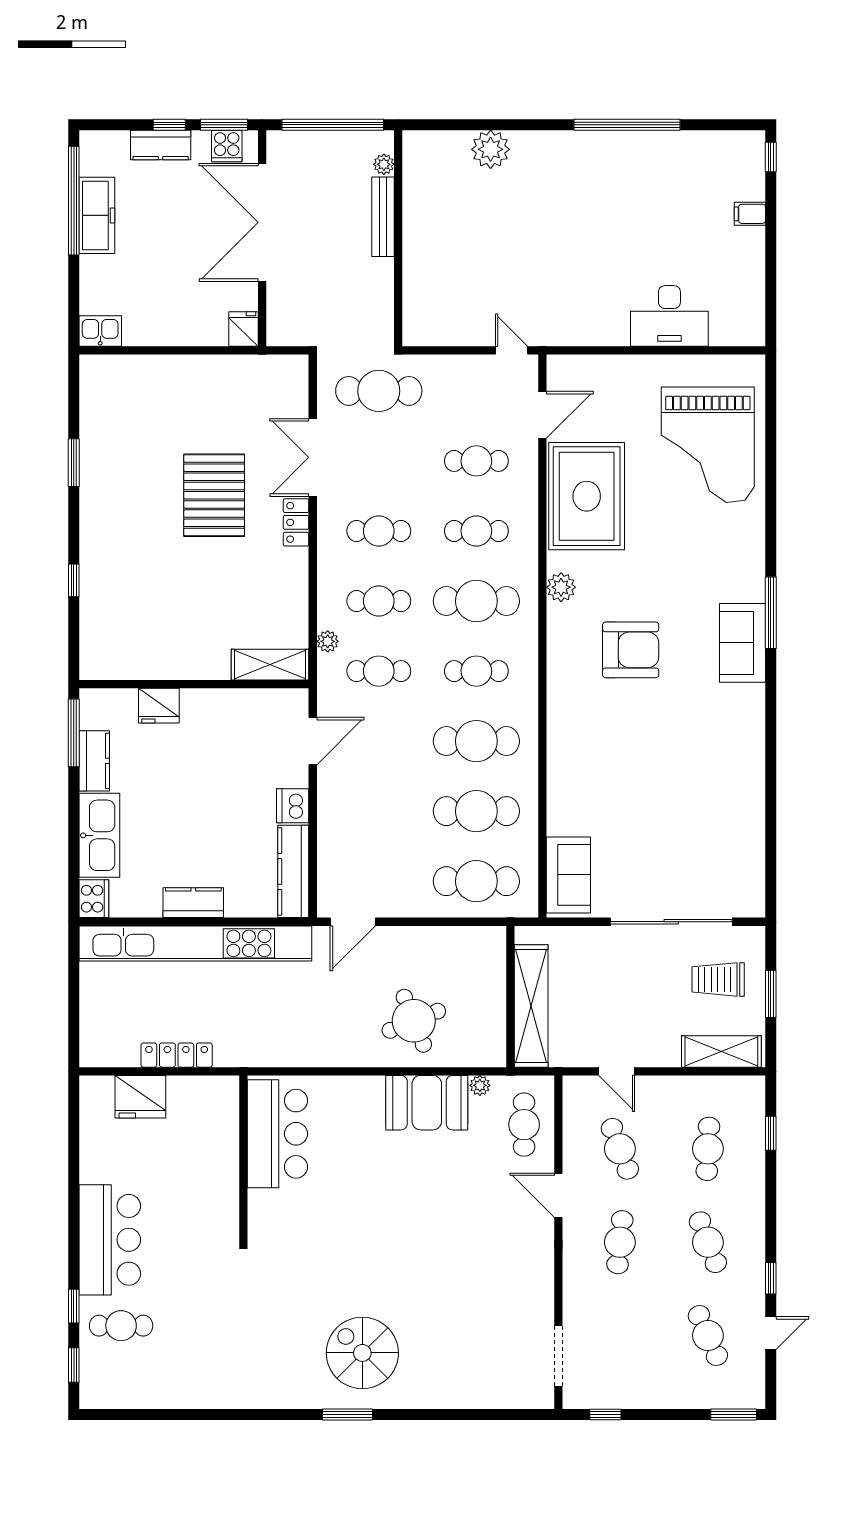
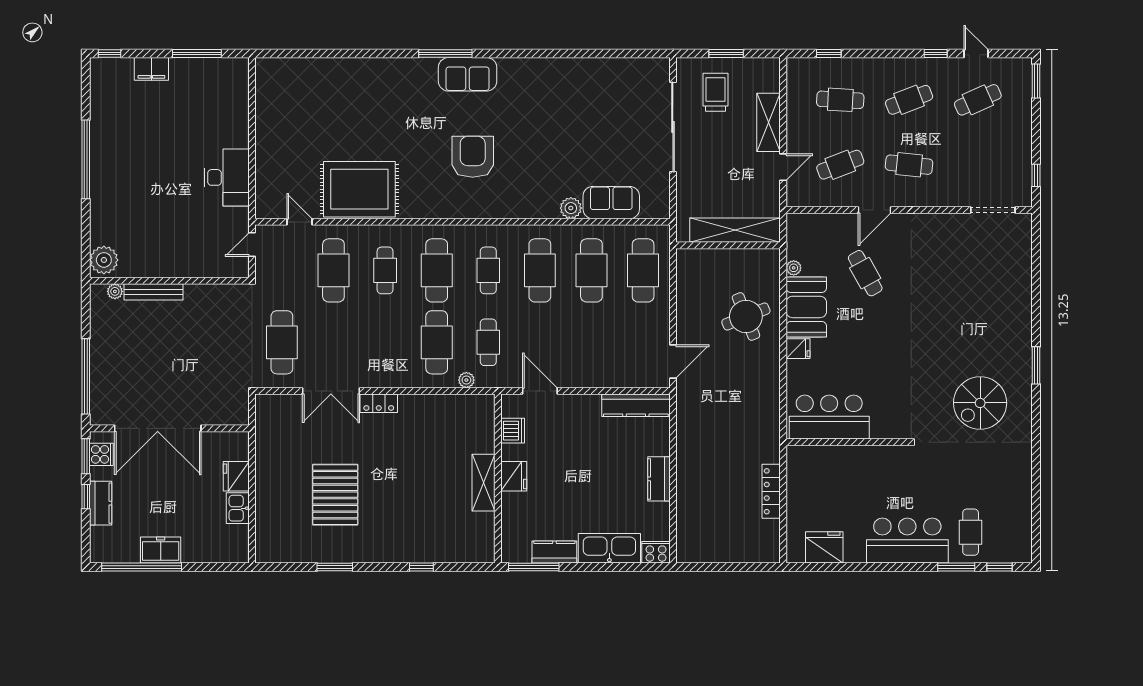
plant: (384, 164) -> (115, 291), moved
filing cabinet: (750, 214) -> (151, 69), width x2.00
freezer: (97, 215) -> (161, 550), width x0.71
bench: (383, 217) -> (154, 292), moved
wall: (398, 238) -> (169, 281), moved
window: (771, 276) -> (197, 54), added
desk: (669, 316) -> (227, 177), moved
fridge: (243, 329) -> (236, 476), moved, width x1.38
kitchen sink: (100, 331) -> (238, 508), moved
door: (542, 415) -> (299, 222), width x0.73
grand piano: (708, 445) -> (322, 100), removed
cafe table: (476, 461) -> (333, 270), width x1.37, depth x1.35
pallet: (214, 495) -> (335, 495), moved, turned 90
cafe table: (379, 531) -> (385, 342), removed
plant: (561, 587) -> (571, 208), moved
cafe table: (379, 601) -> (437, 342), width x1.37, depth x1.35
shelving: (270, 665) -> (484, 483), moved
fridge: (159, 706) -> (514, 476), moved
dishwasher: (293, 806) -> (513, 431), moved, turned -90
sofa: (568, 875) -> (611, 203), moved
door: (353, 922) -> (673, 361), hinge flipped
kitchen unit: (195, 943) -> (689, 477), removed
trolley: (718, 979) -> (716, 92), turned 180
shelving: (721, 1051) -> (769, 122), moved
fridge: (370, 1091) -> (798, 349), added
fridge: (140, 1097) -> (824, 547), moved, turned -90
cafe table: (524, 1125) -> (865, 273), moved, turned 61
window: (74, 1306) -> (956, 567), width x1.50
spiral stairs: (362, 1353) -> (980, 403), moved

